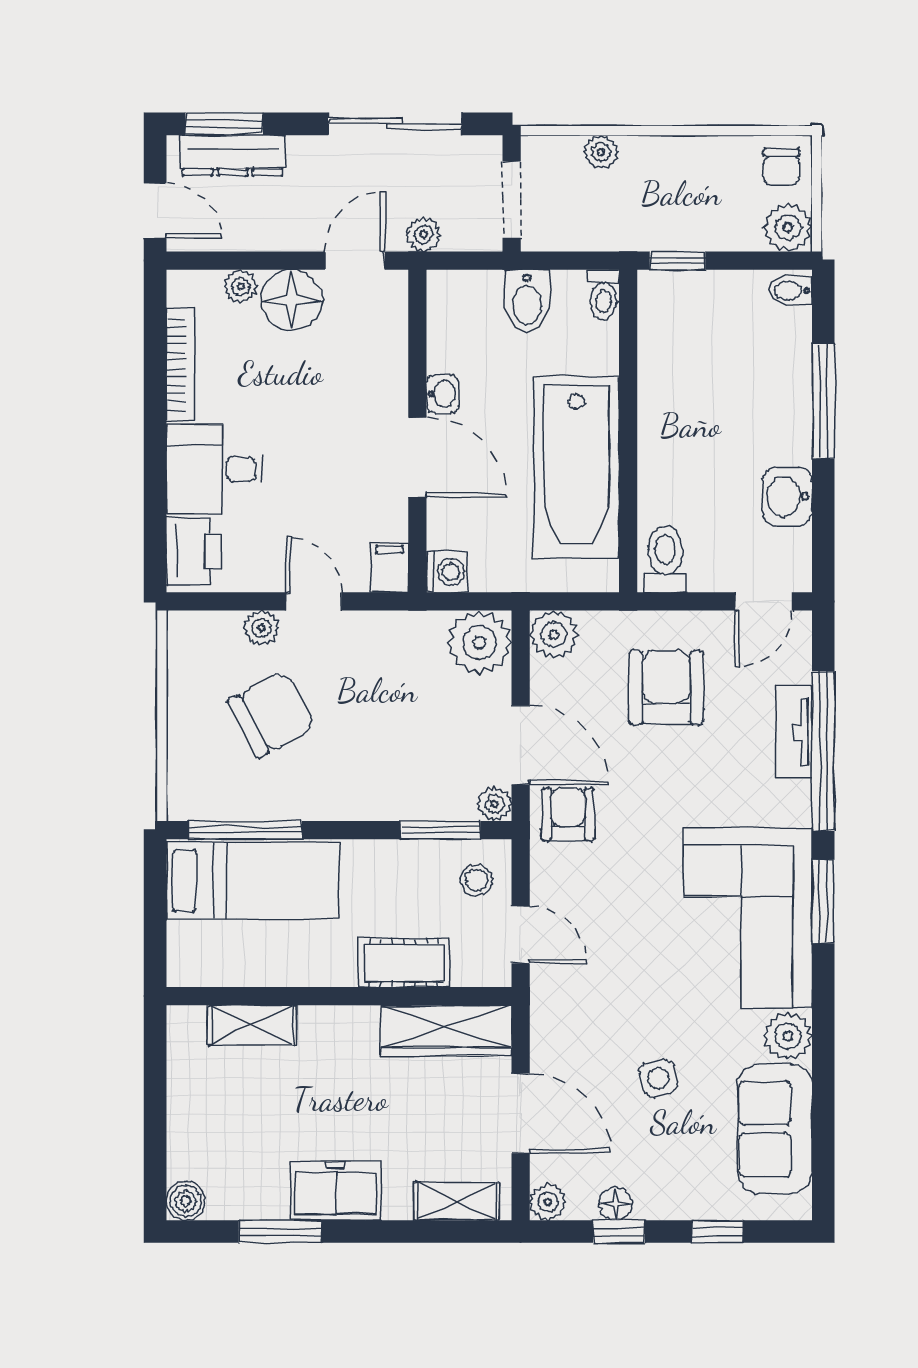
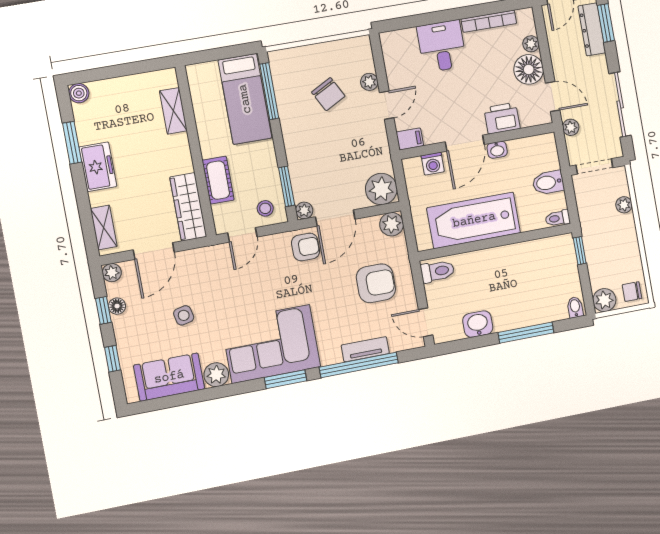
printer: (194, 551) -> (502, 118), moved, turned 180
washing machine: (447, 572) -> (433, 164), moved
chair: (272, 714) -> (328, 94), width x0.73, depth x0.73

